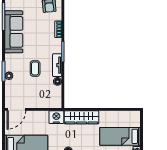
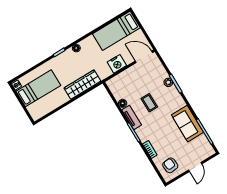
sofa: (14, 32) -> (187, 124), width x0.73
door: (16, 109) -> (144, 57), hinge flipped
nightstand: (56, 117) -> (117, 64), moved

